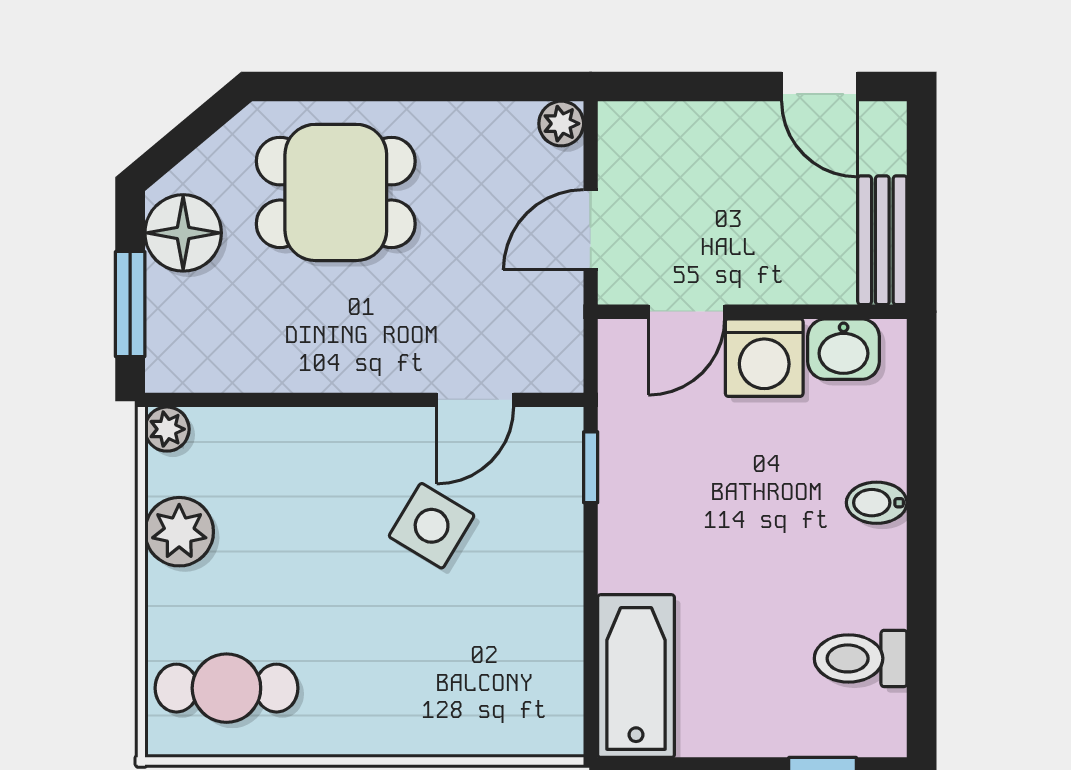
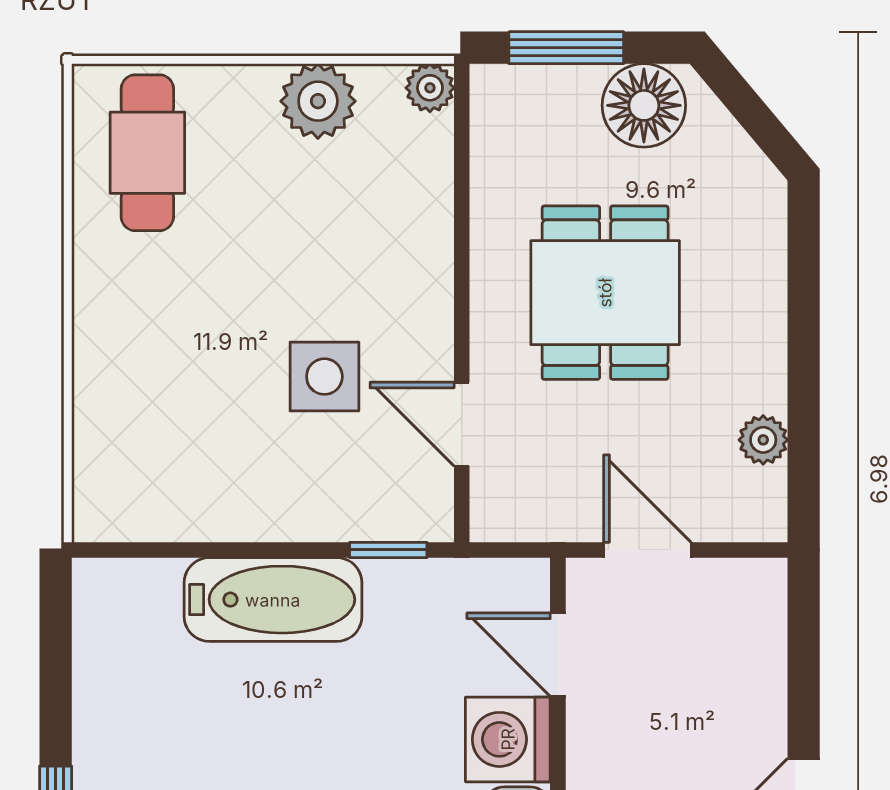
plant: (561, 124) -> (763, 440), moved
dining table: (336, 192) -> (605, 293), moved
side table: (432, 526) -> (324, 377), turned -31
bathtub: (636, 676) -> (273, 600), moved

